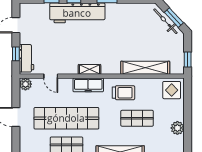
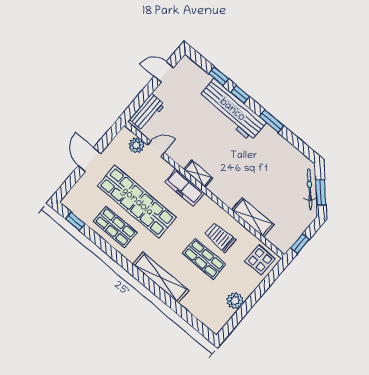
window: (16, 54) -> (141, 99), removed
shelving: (145, 68) -> (253, 217), width x0.68
door: (51, 76) -> (156, 149), swing flipped
plant: (25, 84) -> (136, 145), moved
trolley: (124, 93) -> (220, 237), moved, turned 180

